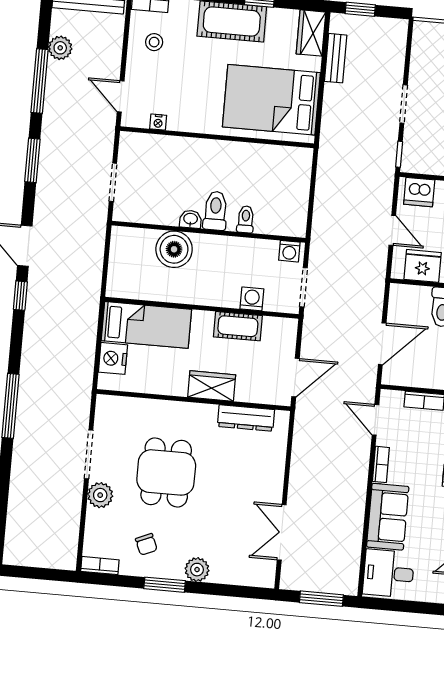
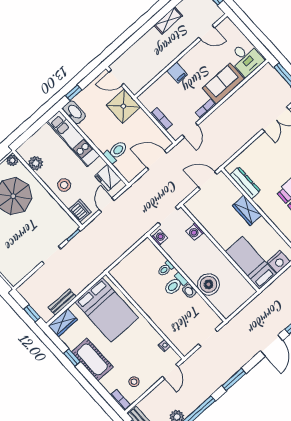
cot: (238, 326) -> (212, 226), removed

